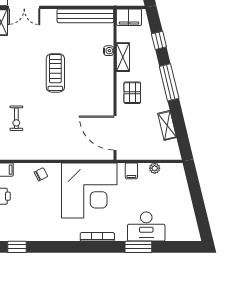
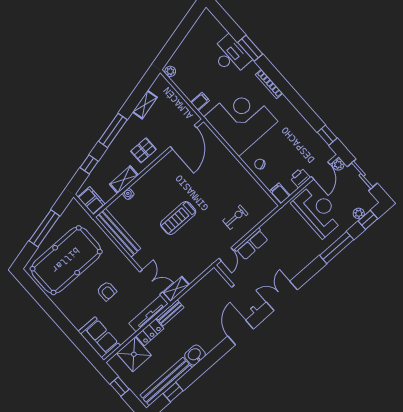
plant: (155, 168) -> (170, 71), moved

